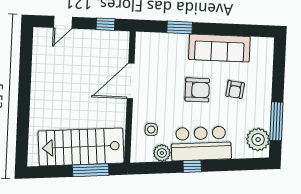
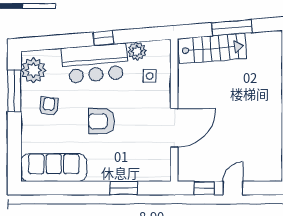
door: (63, 22) -> (233, 188), moved
sofa: (219, 48) -> (54, 168), moved
armchair: (235, 90) -> (49, 106), moved
stairs: (81, 147) -> (212, 48), width x0.73, depth x0.66
window: (91, 170) -> (232, 28), moved

